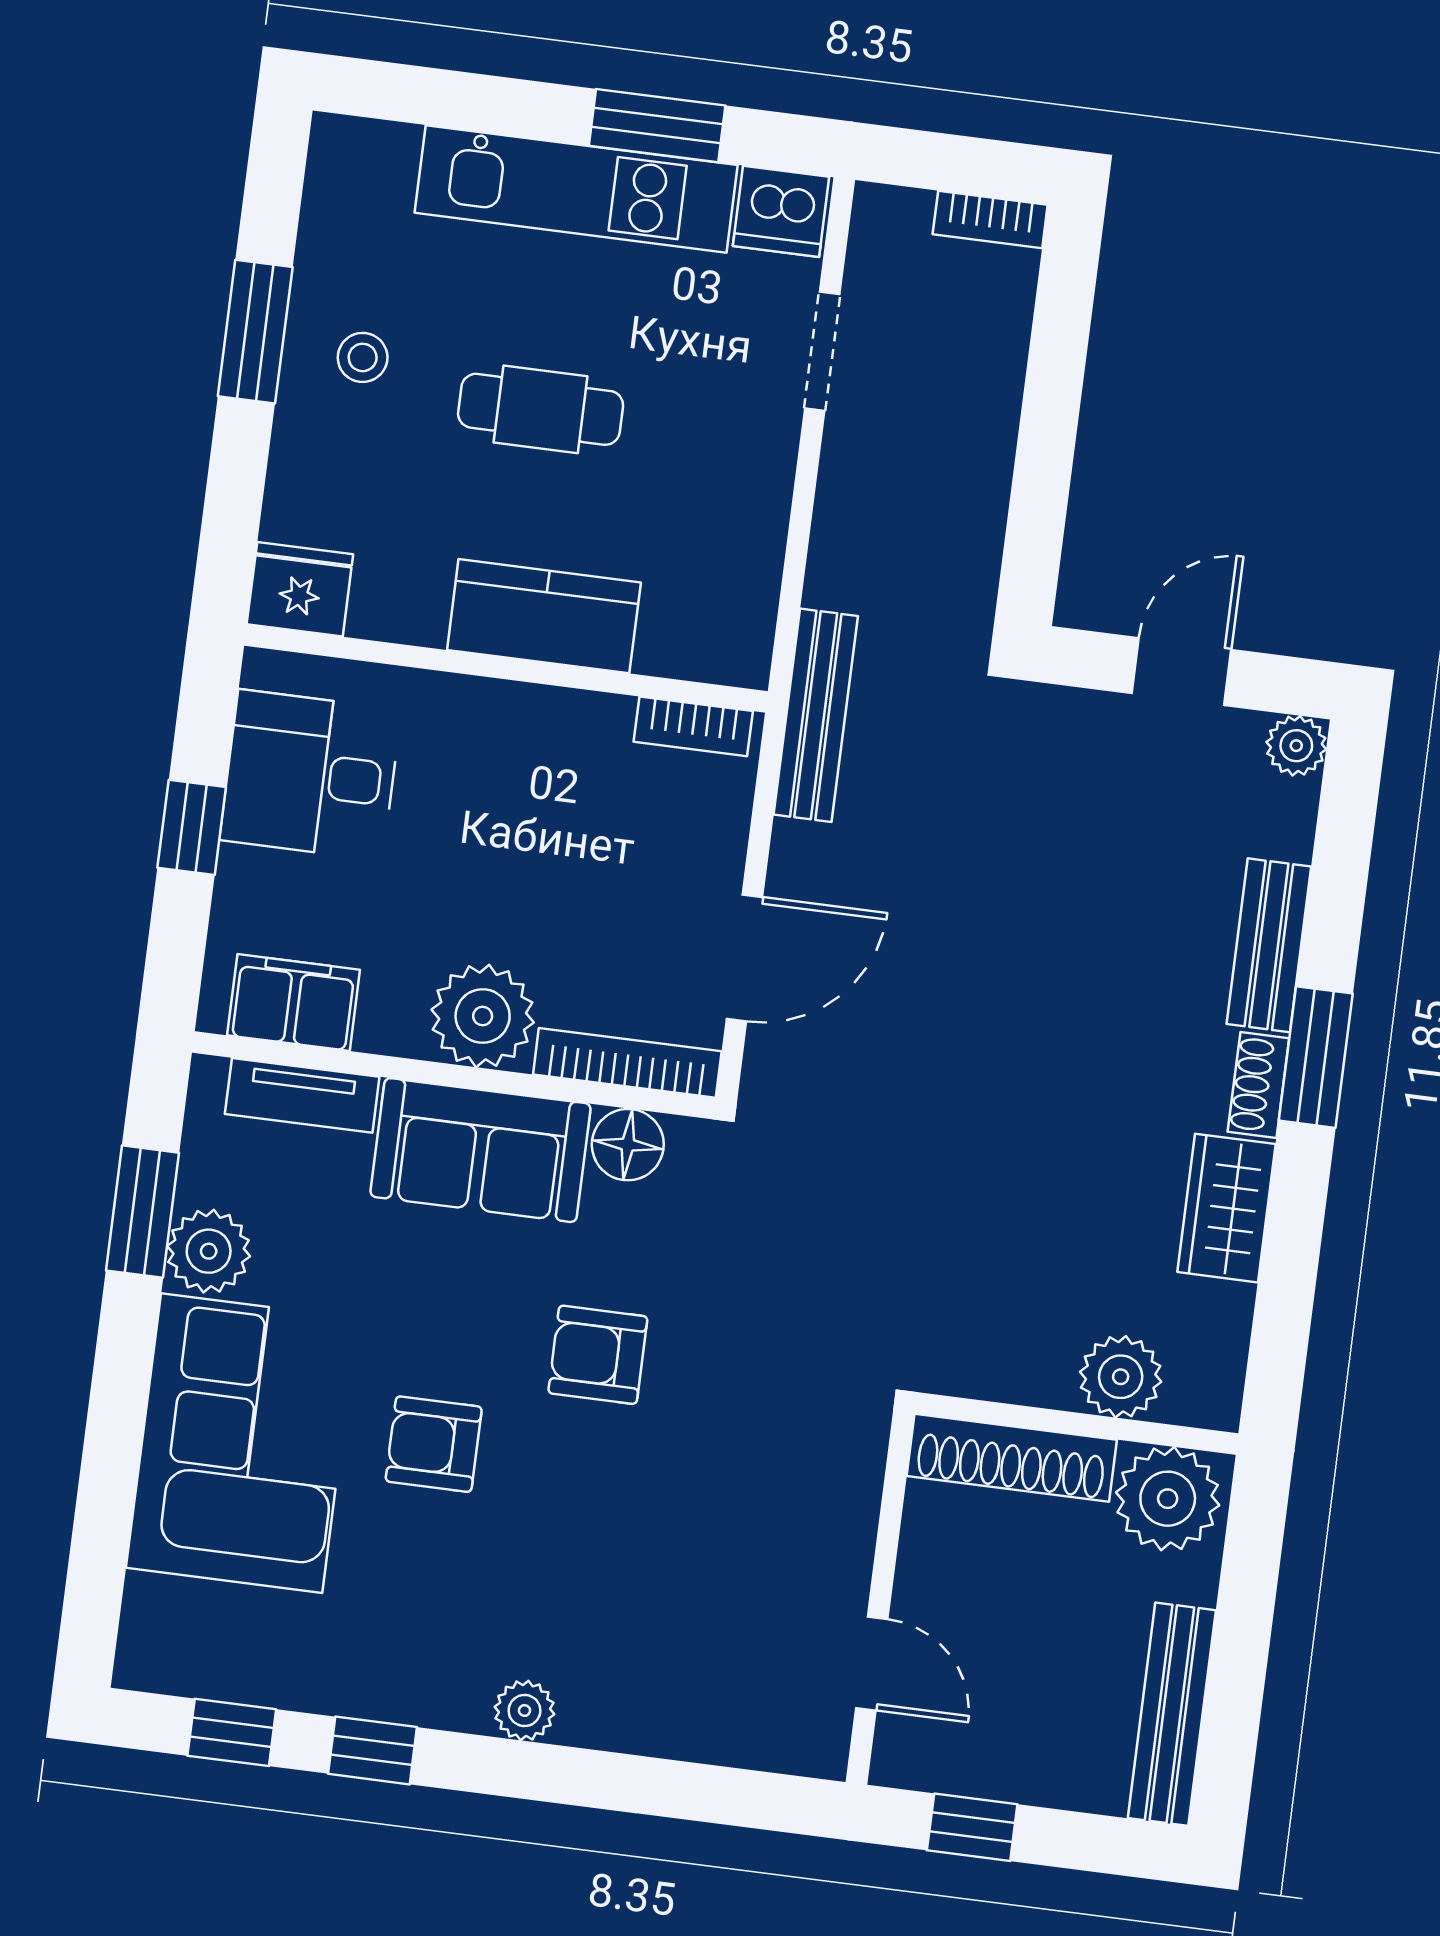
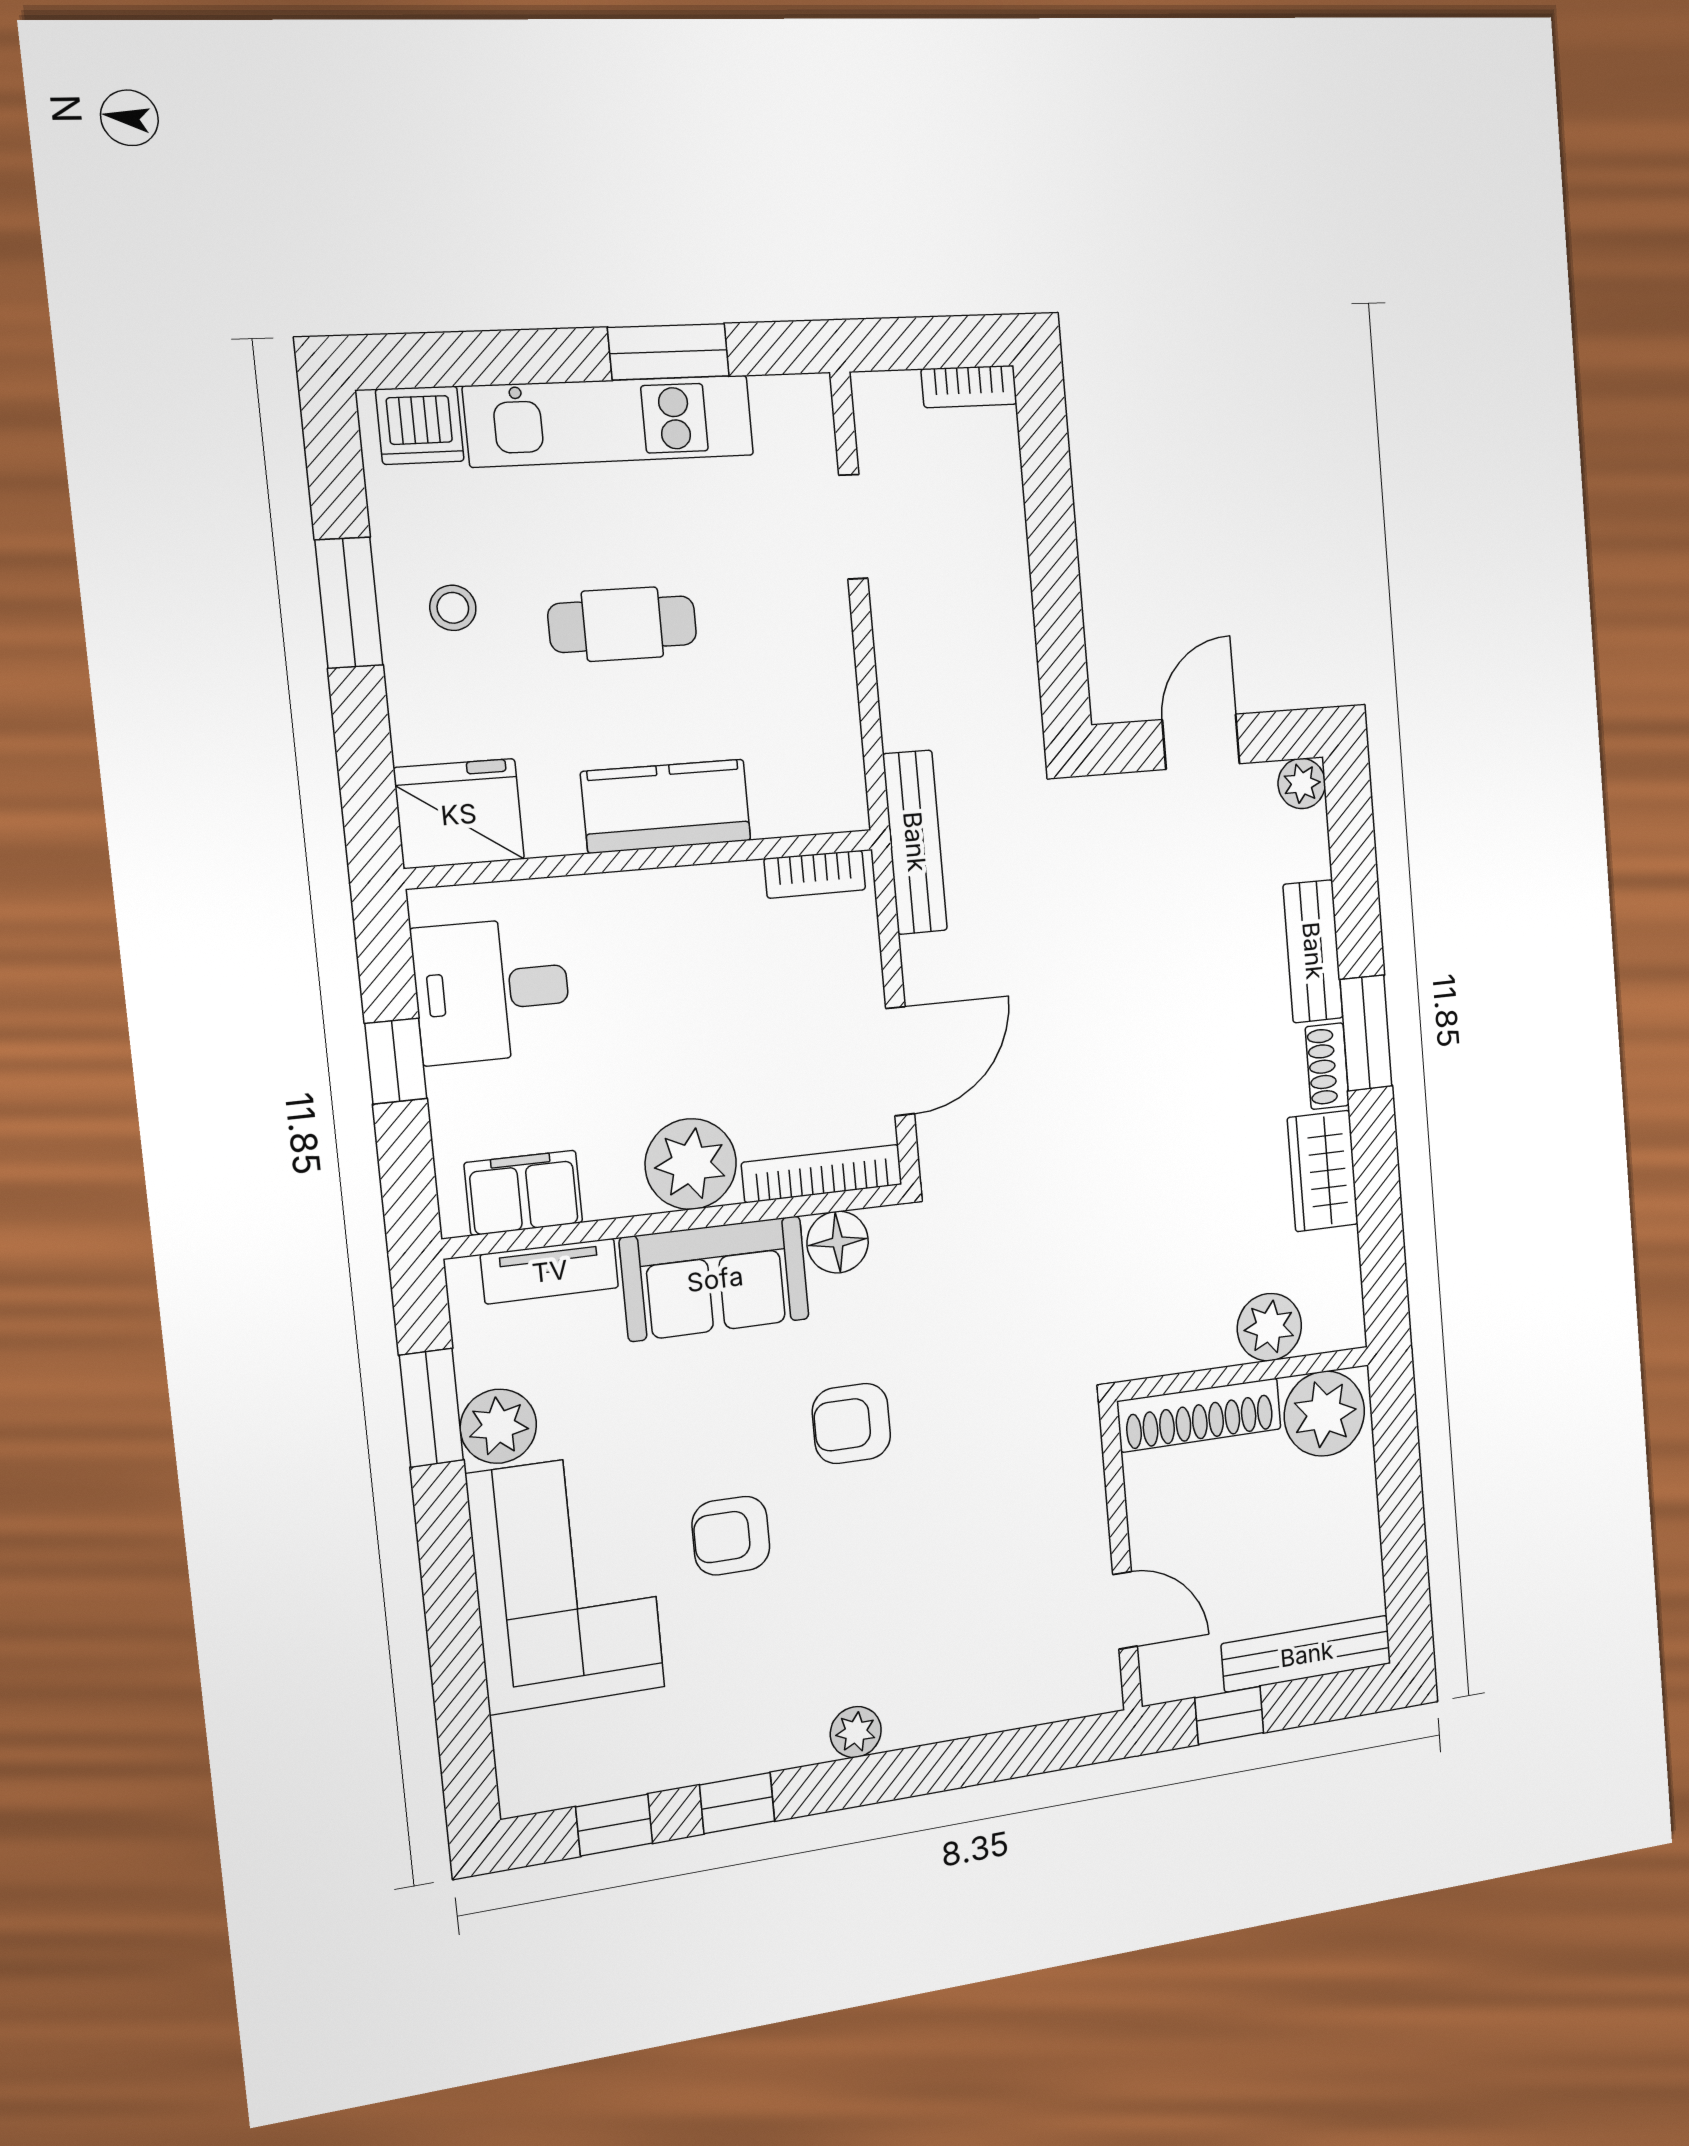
dishwasher: (781, 211) -> (420, 425), moved
fridge: (300, 589) -> (459, 814), width x1.36, depth x1.34
bench: (1172, 1714) -> (1307, 1654), moved, turned 90

